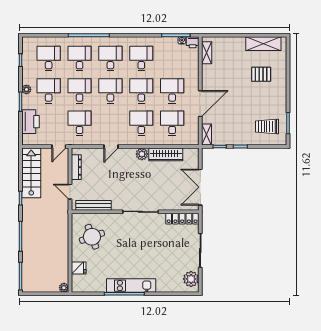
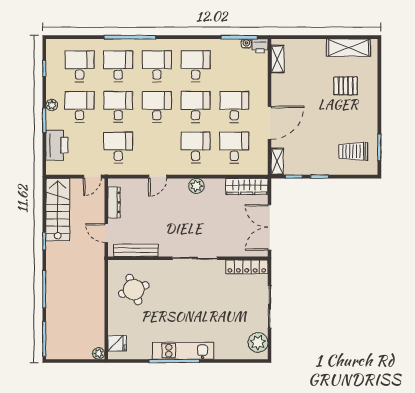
wardrobe: (166, 154) -> (247, 186), moved
fridge: (79, 268) -> (117, 343), moved

